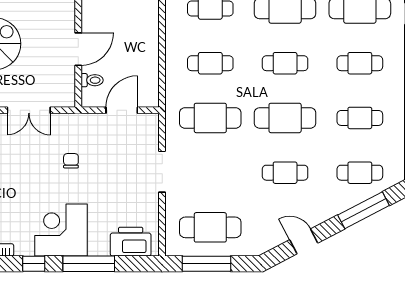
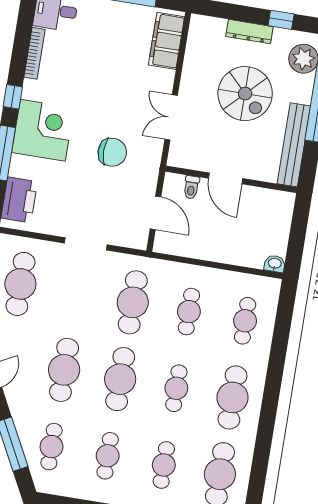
chair: (71, 161) -> (112, 152), width x1.87, depth x1.87
cafe table: (285, 173) -> (64, 370), width x1.37, depth x1.35

